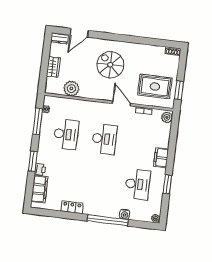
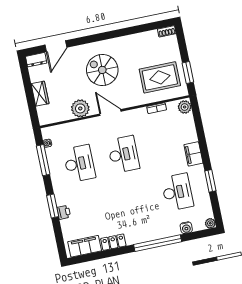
plant: (71, 89) -> (80, 108), moved
door: (121, 103) -> (110, 113), moved
filing cabinet: (40, 189) -> (85, 246), moved, turned -90
water cooler: (125, 214) -> (186, 228), moved

